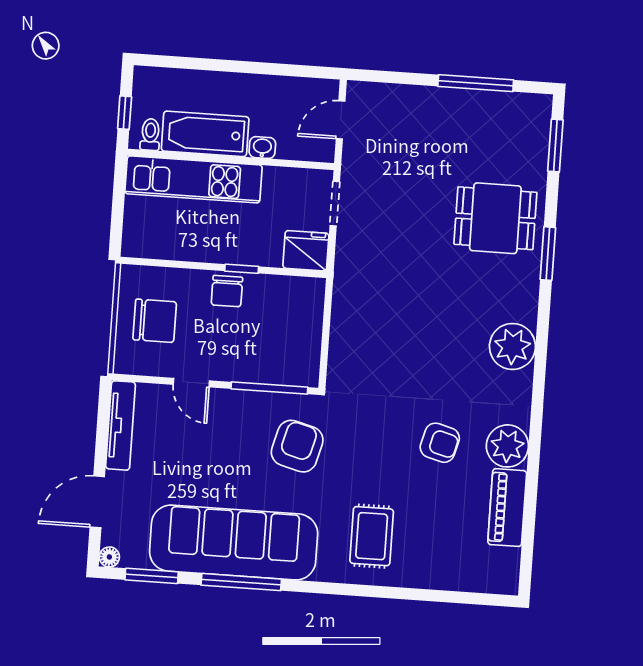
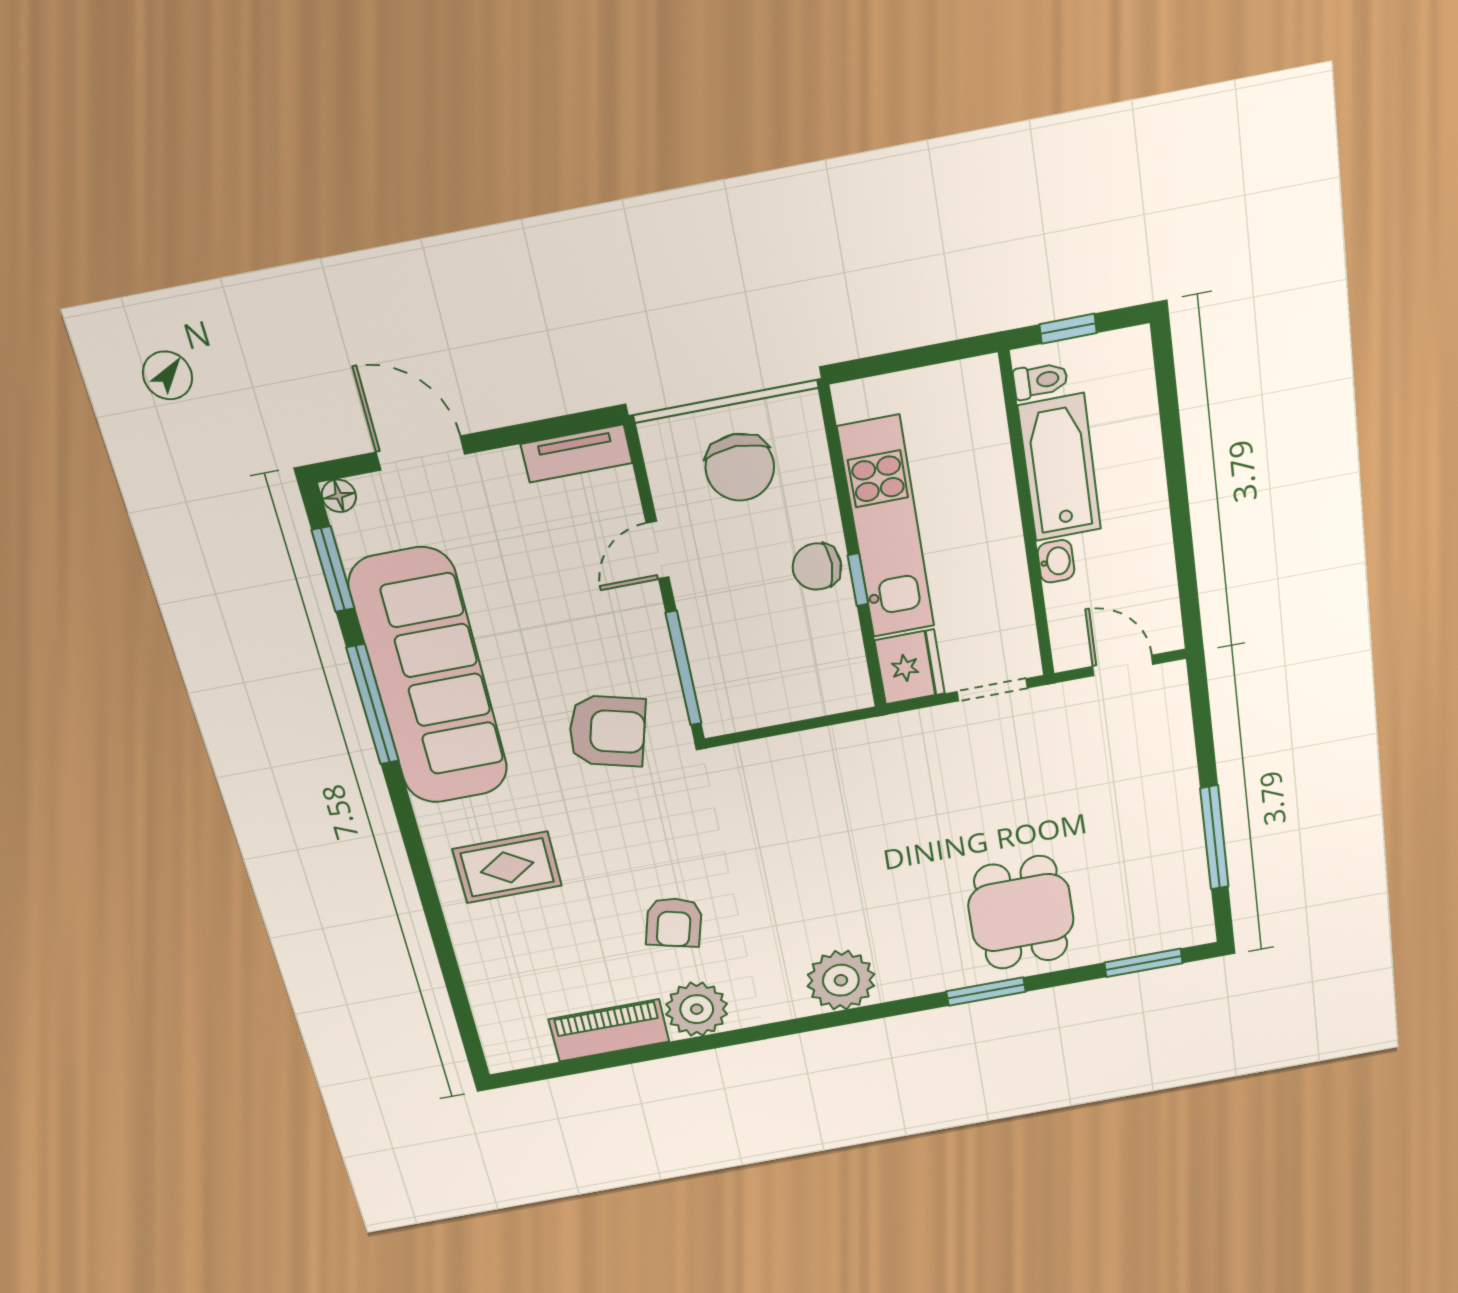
kitchen unit: (194, 179) -> (886, 528), moved, turned 180
tv unit: (121, 425) -> (577, 454), width x0.71

